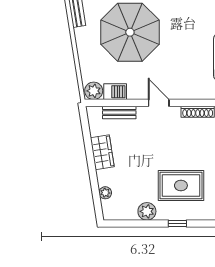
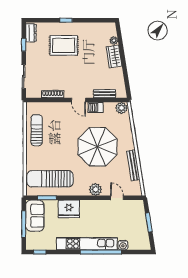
barbecue: (115, 92) -> (96, 107), moved
wardrobe: (102, 152) -> (114, 56), moved
plant: (147, 211) -> (86, 28), removed

